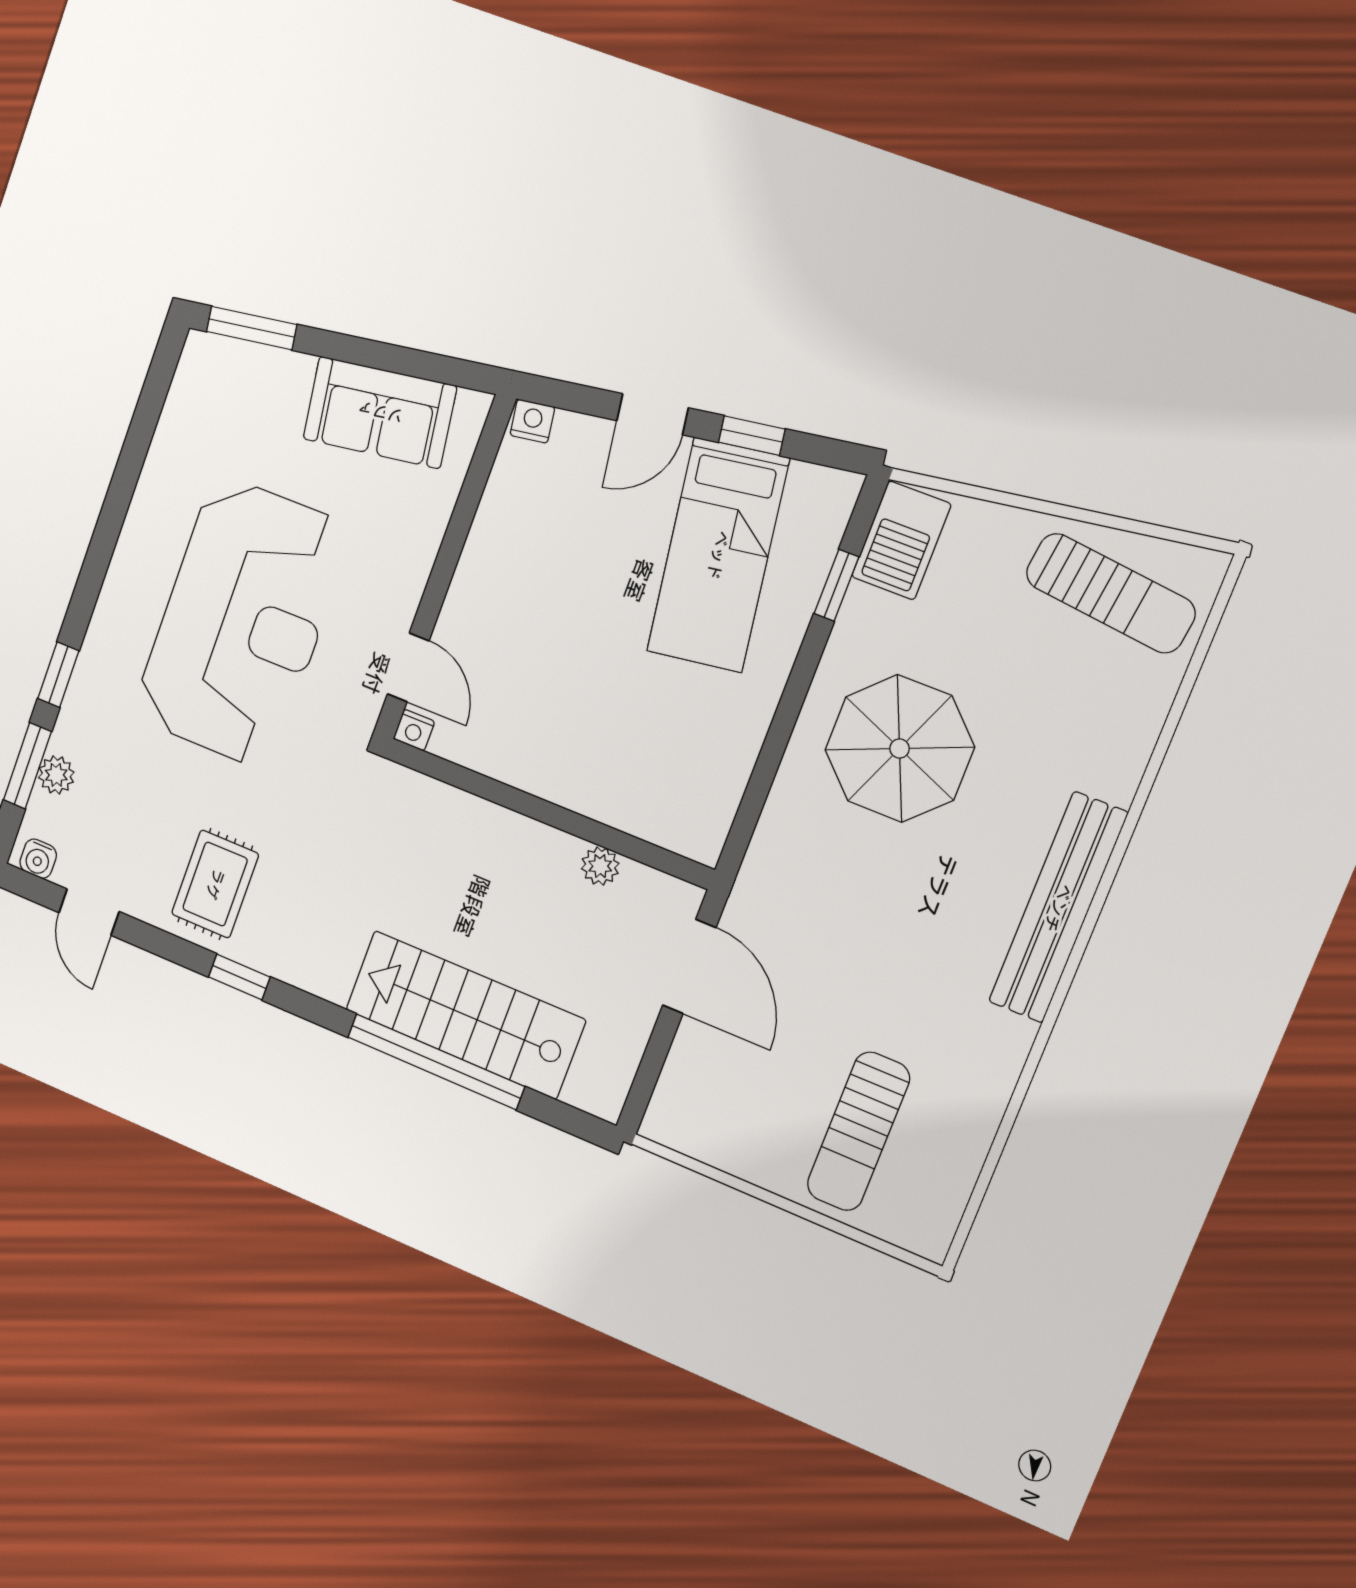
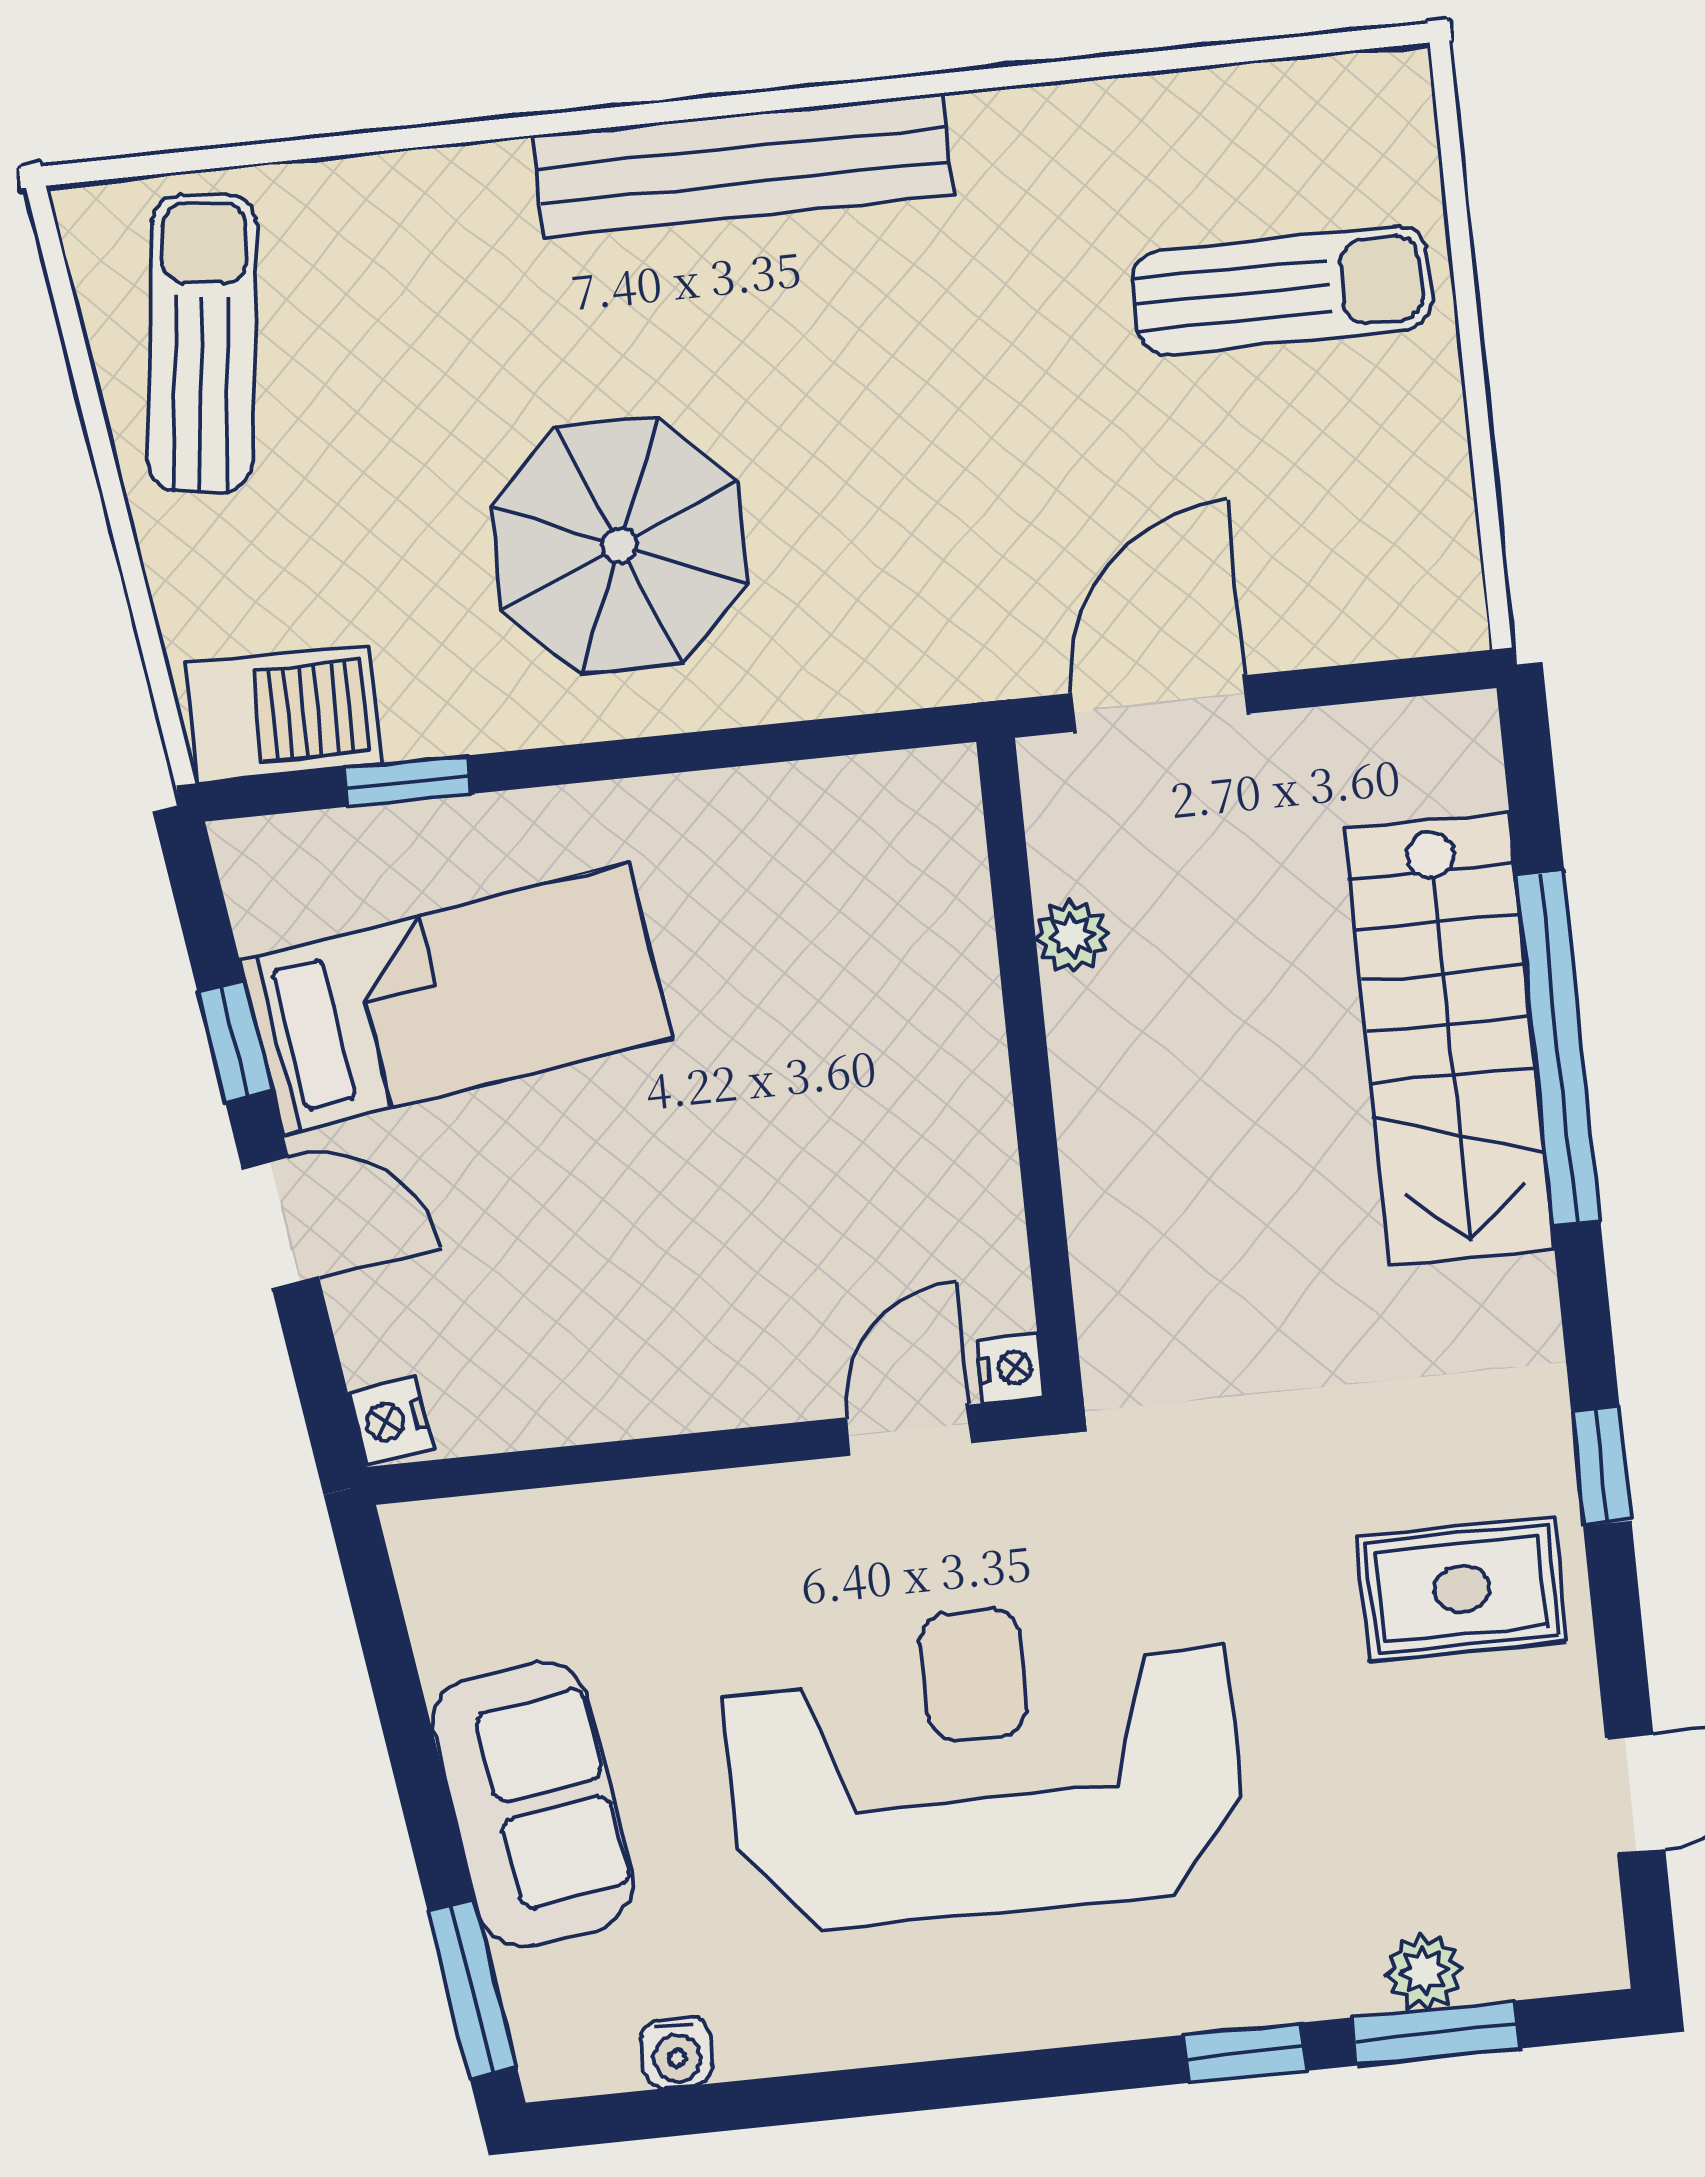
sofa: (380, 412) -> (533, 1804), moved
water cooler: (38, 859) -> (677, 2053), moved, turned 90

